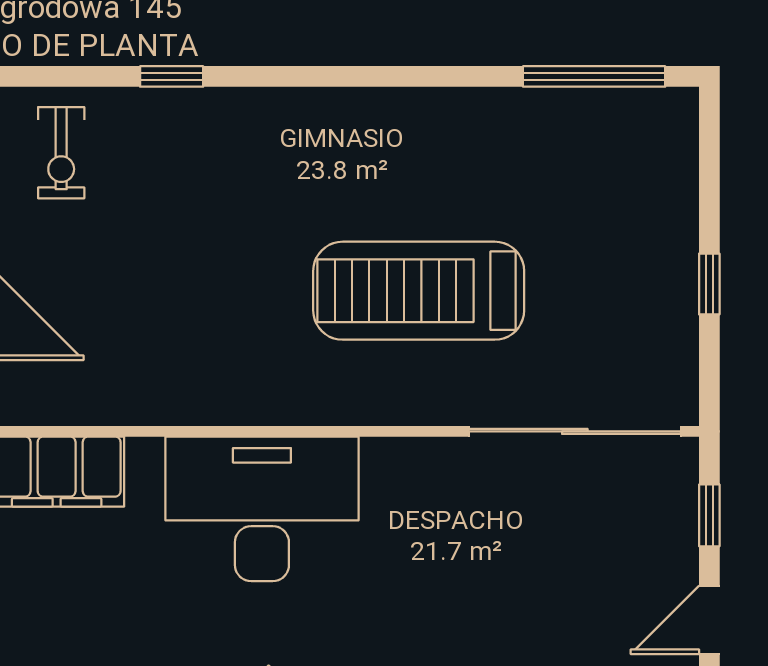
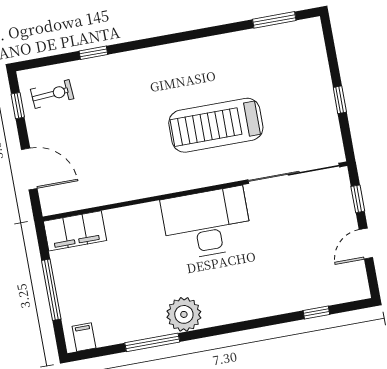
window: (594, 76) -> (274, 20), width x0.69
exercise bike: (61, 153) -> (52, 94), turned -94
desk: (262, 509) -> (207, 223), moved

